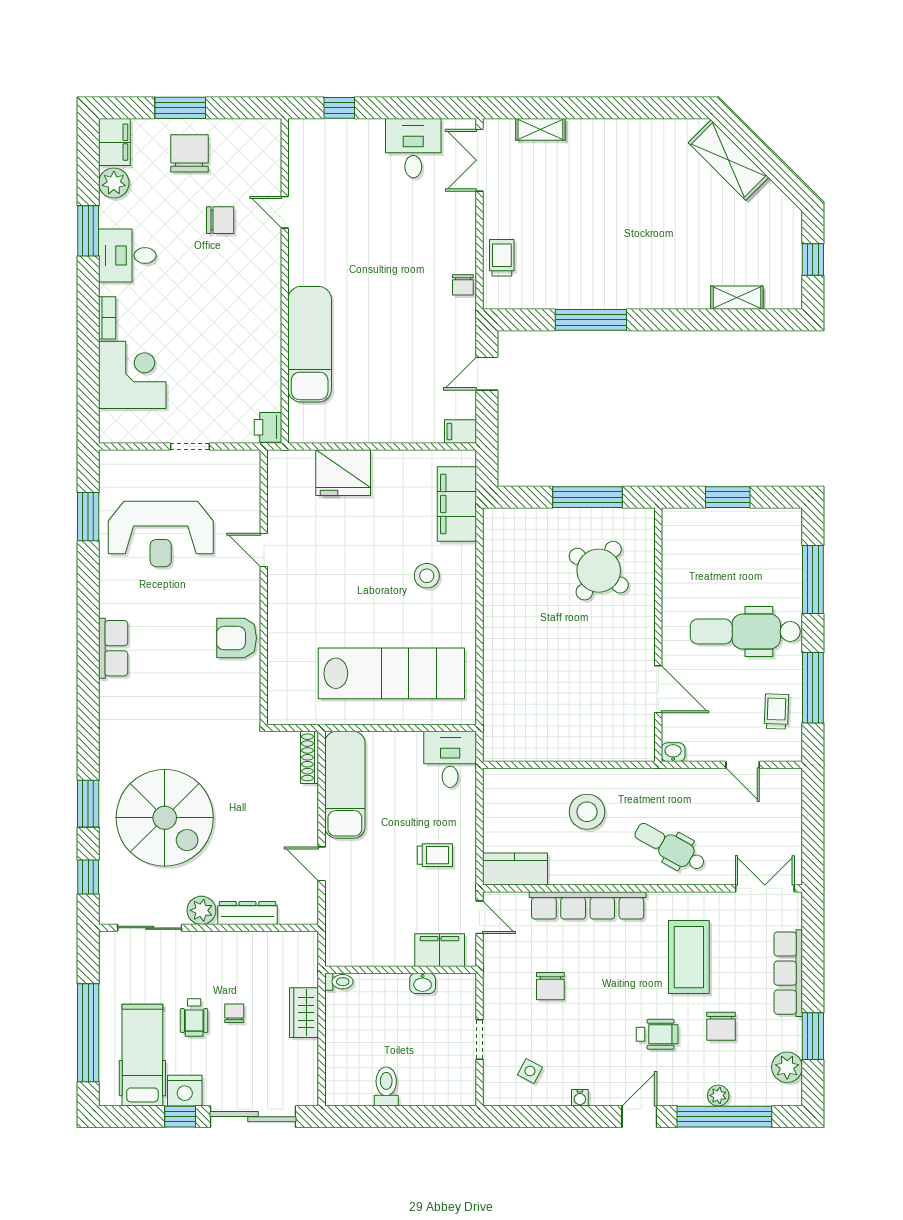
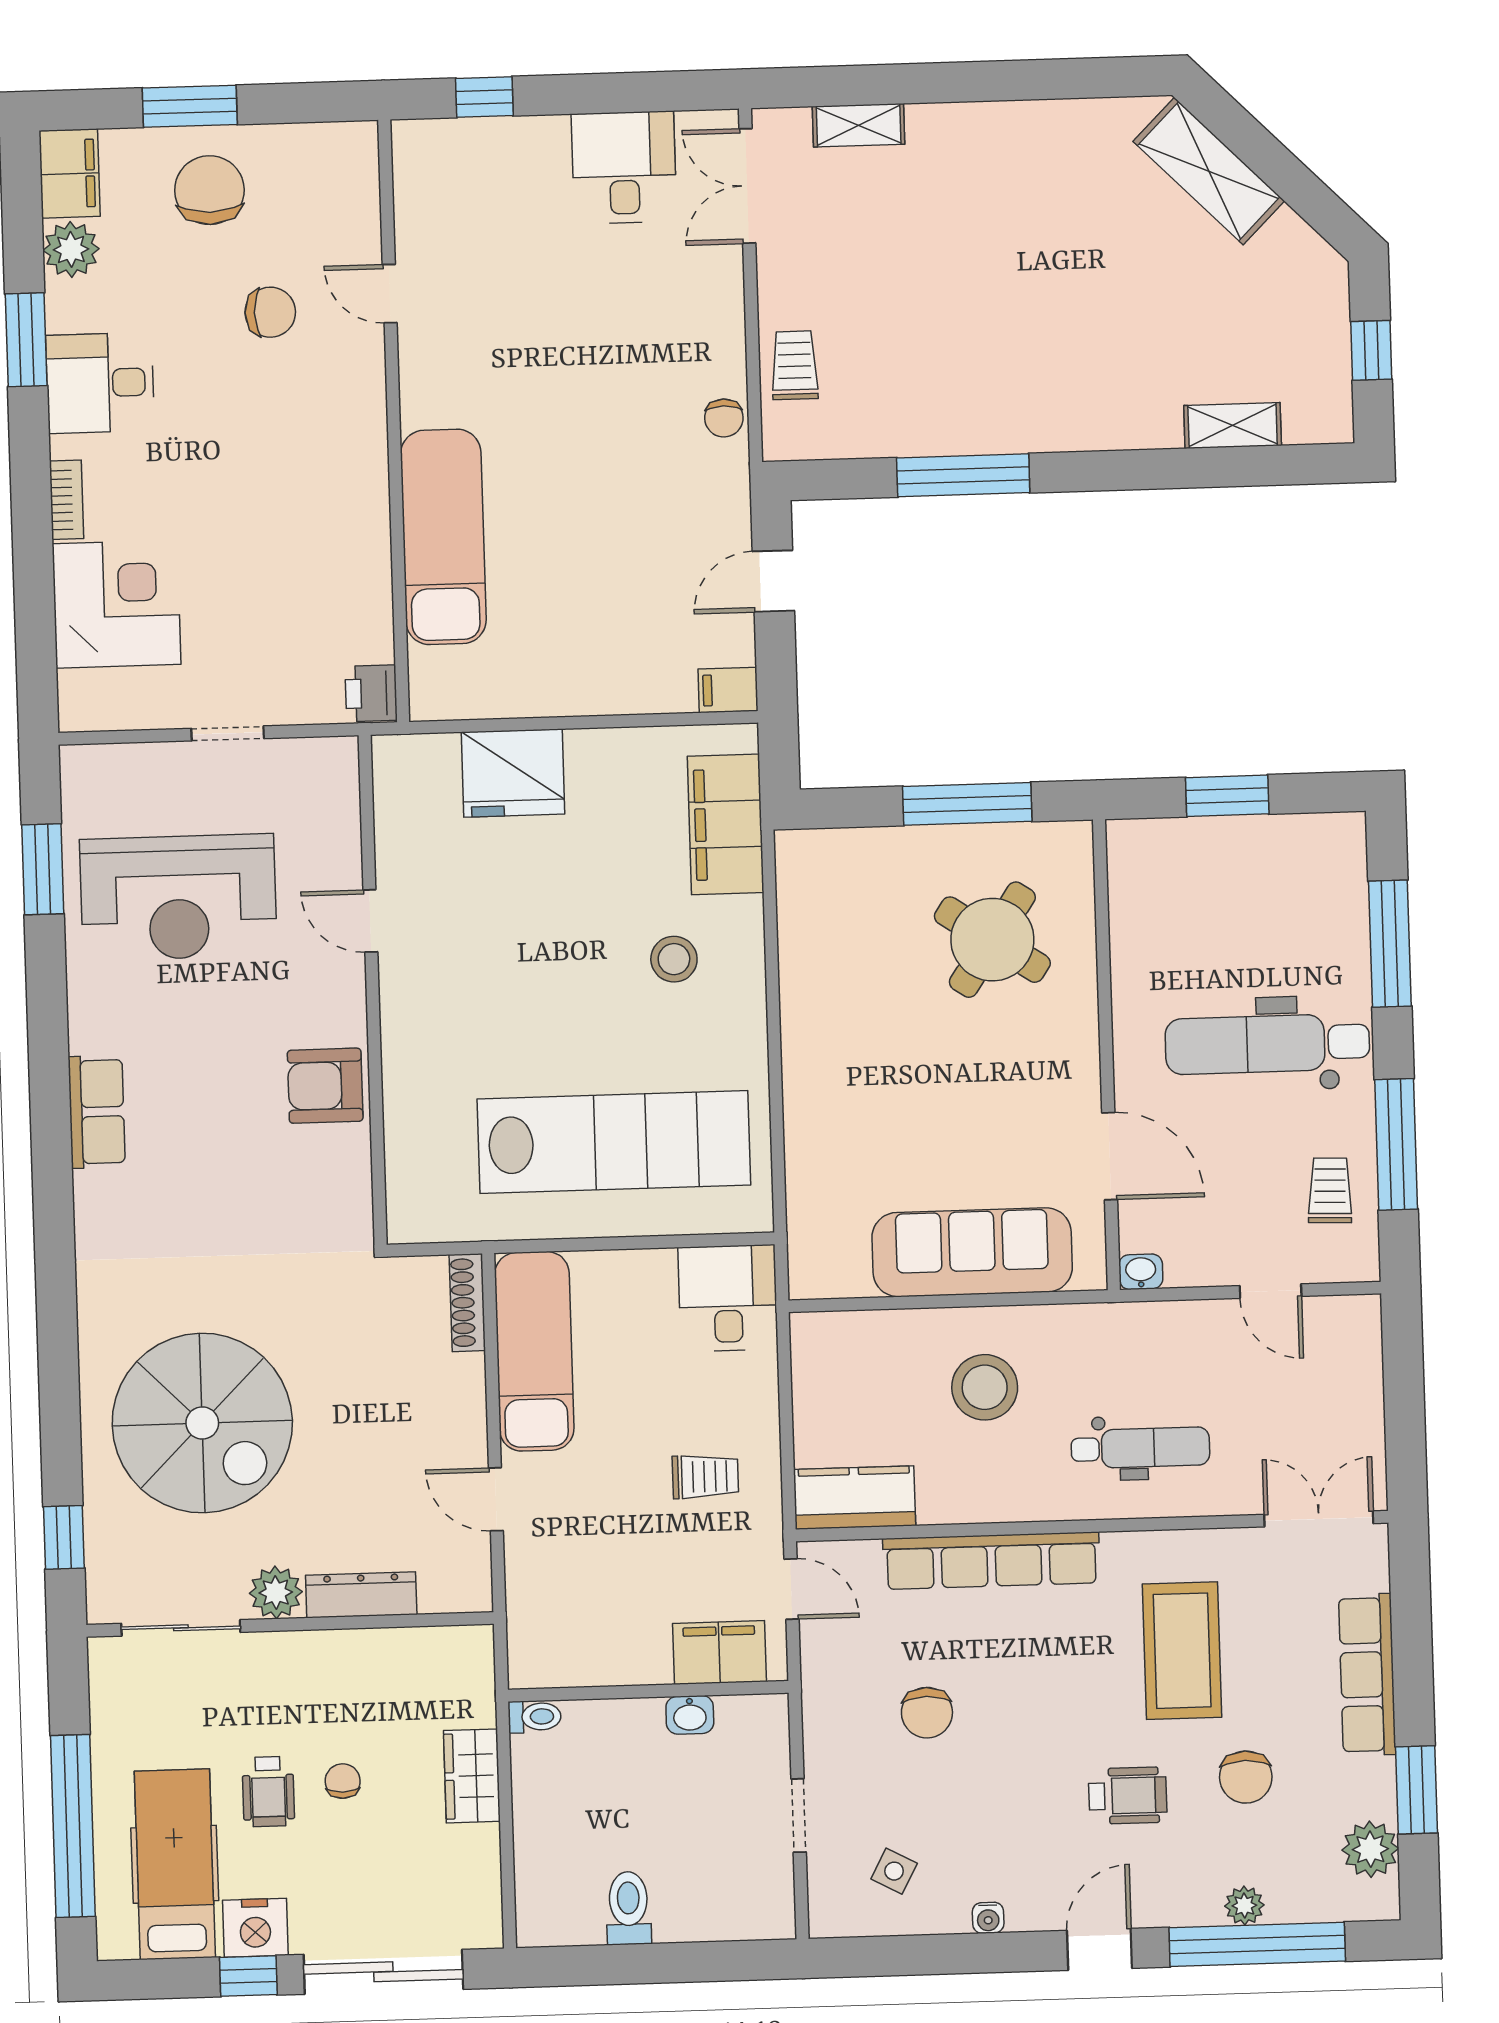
sofa: (583, 739) -> (972, 1252), added
window: (88, 804) -> (60, 1401), removed
dental chair: (670, 847) -> (1140, 1448), turned 151

